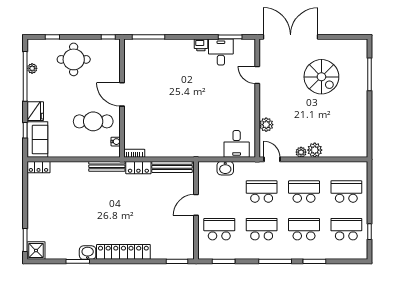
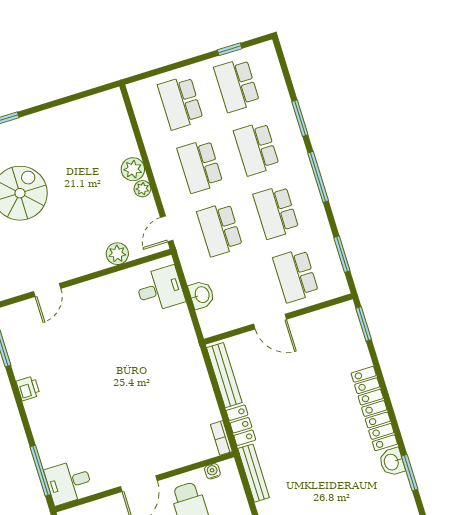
desk: (221, 52) -> (69, 482), moved

